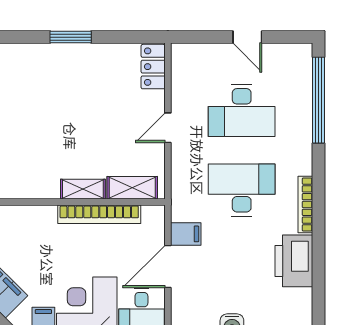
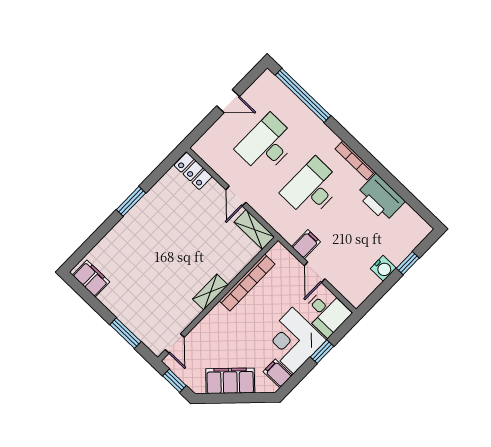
desk: (242, 110) -> (267, 145), turned 180
shelving: (132, 188) -> (254, 229), moved, turned 90
shelving: (83, 189) -> (210, 292), moved
door: (168, 267) -> (315, 272), width x0.73

